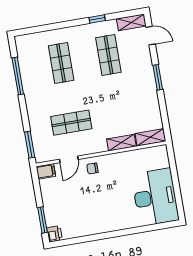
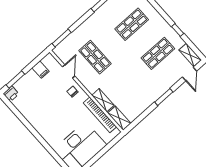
bookcase: (134, 155) -> (100, 115), added
door: (69, 159) -> (69, 71), swing flipped
filing cabinet: (46, 171) -> (41, 70), moved

